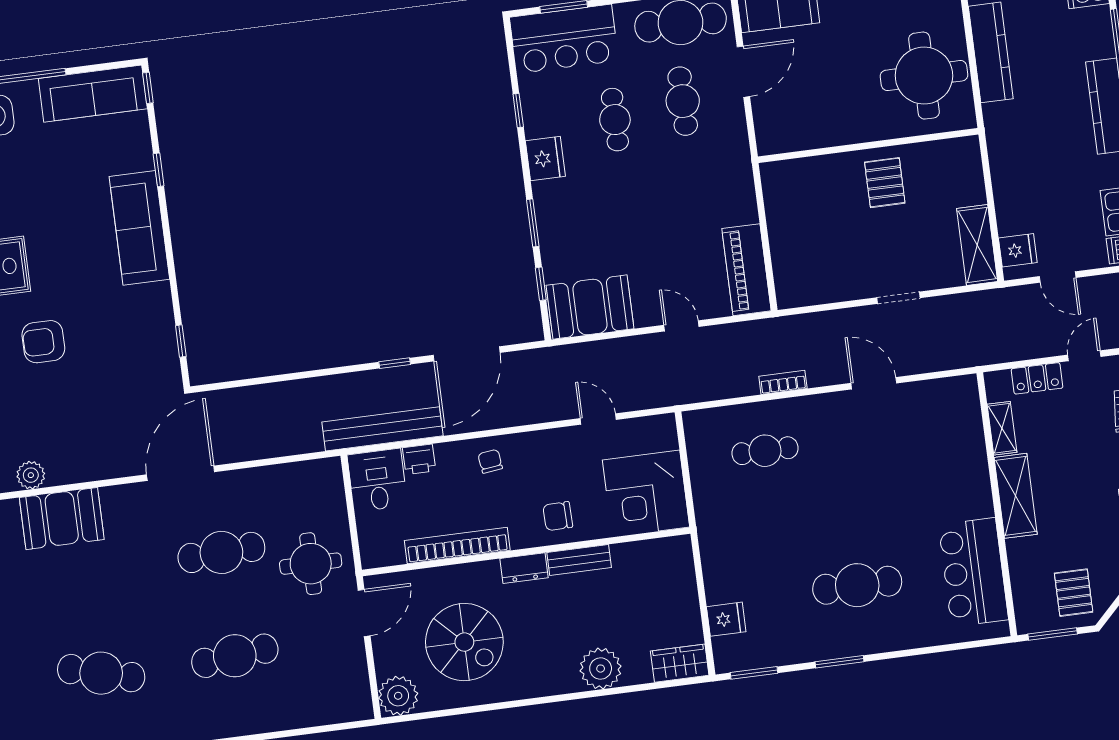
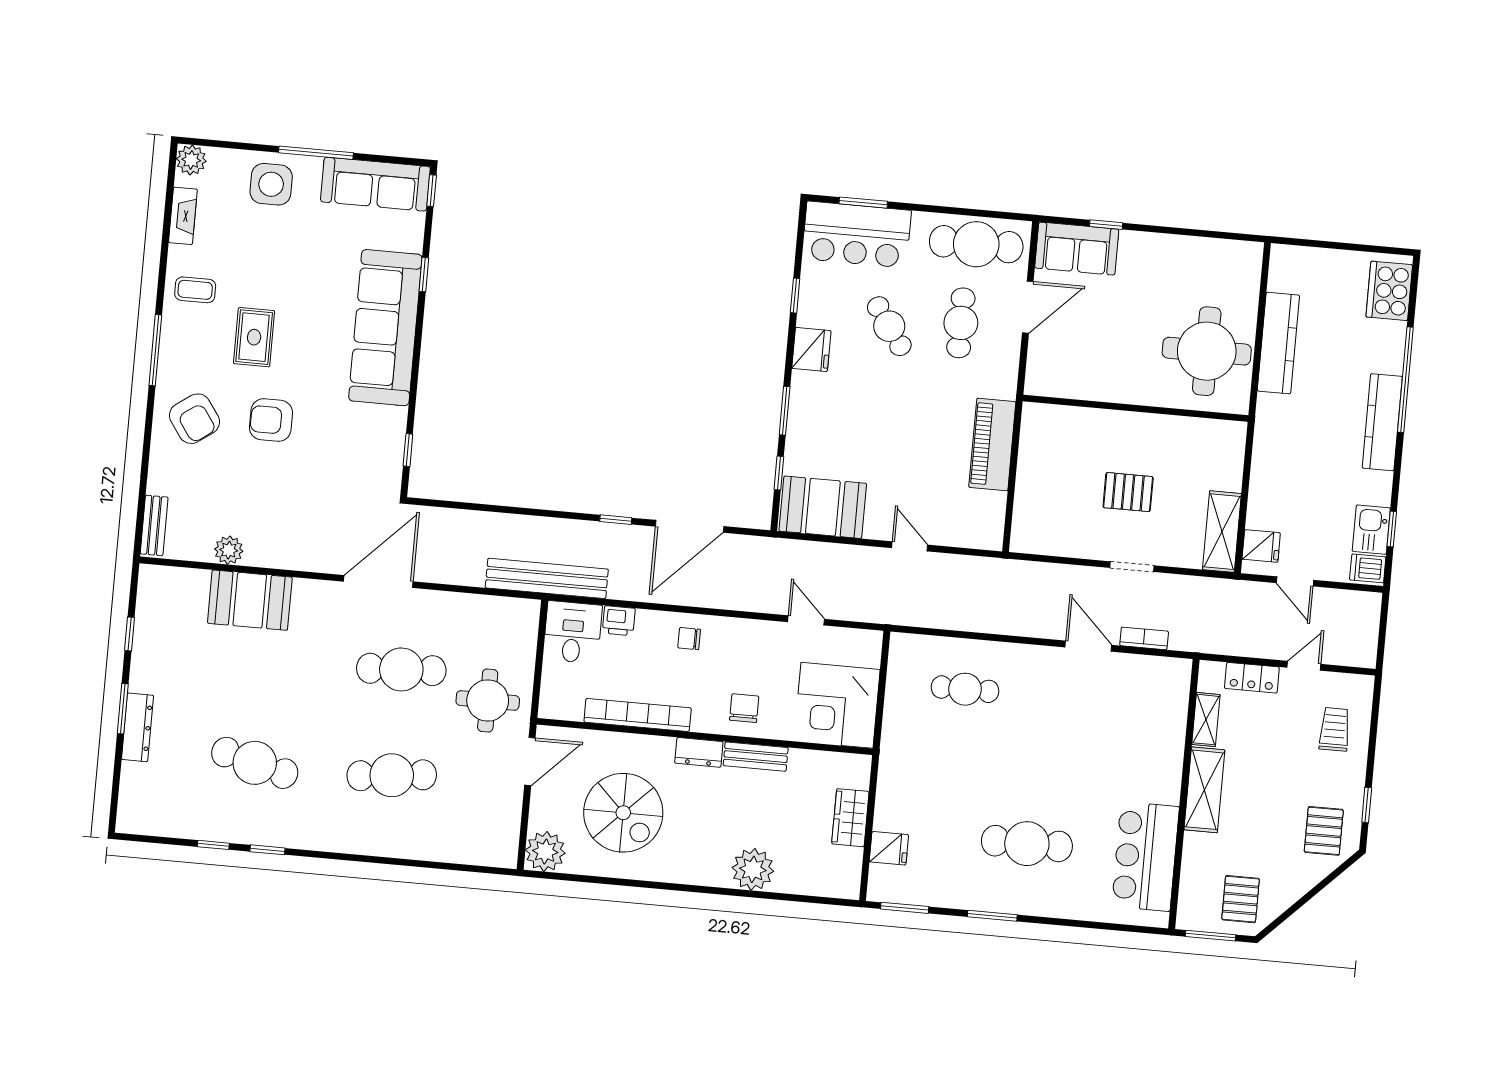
cafe table: (615, 120) -> (889, 326), turned -35
pallet: (885, 183) -> (1128, 492), moved, turned 90
sofa: (139, 228) -> (385, 328), width x1.36, depth x1.27
piano: (746, 270) -> (992, 445), moved
bookcase: (783, 382) -> (1144, 638), moved
bench: (382, 429) -> (547, 578), moved
chair: (490, 461) -> (689, 639), turned -83
chair: (558, 516) -> (744, 708), turned 91
wardrobe: (680, 663) -> (850, 818), moved, turned -90

